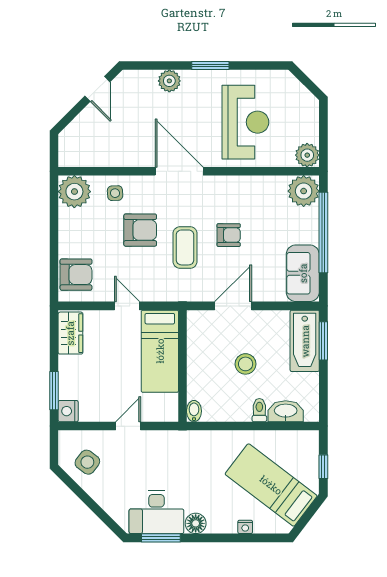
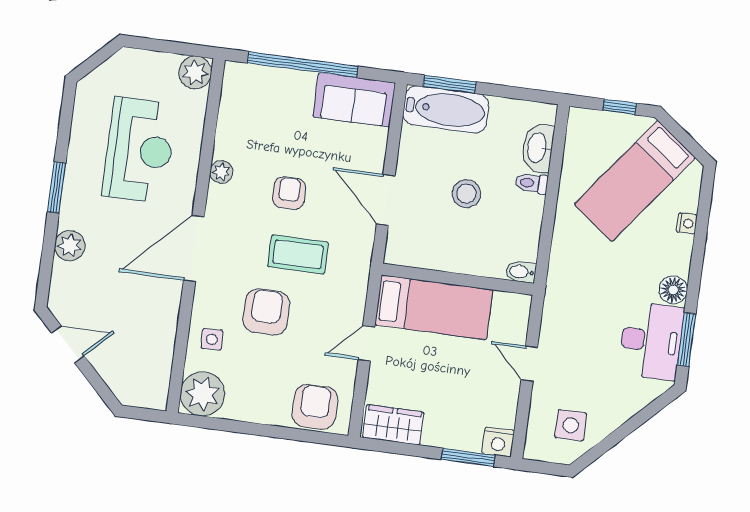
reception desk: (245, 122) -> (139, 150), turned 90
plant: (304, 191) -> (221, 172), moved, width x0.53, depth x0.53
side table: (87, 462) -> (571, 425), turned -37

